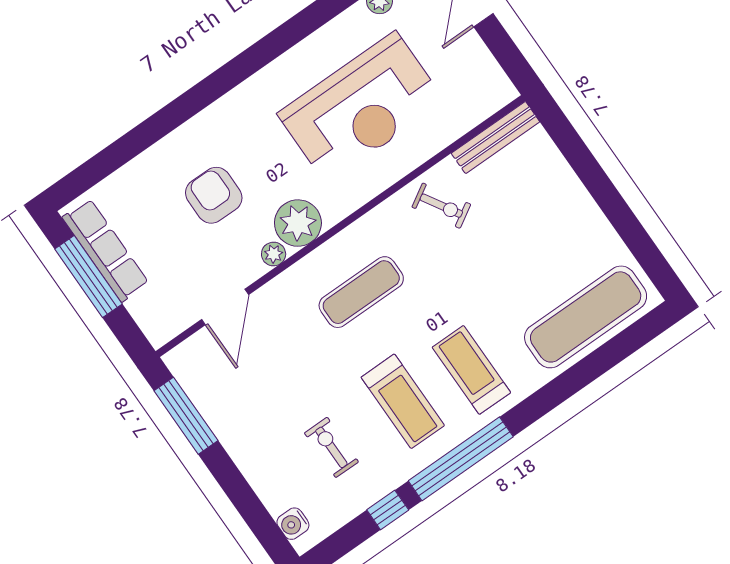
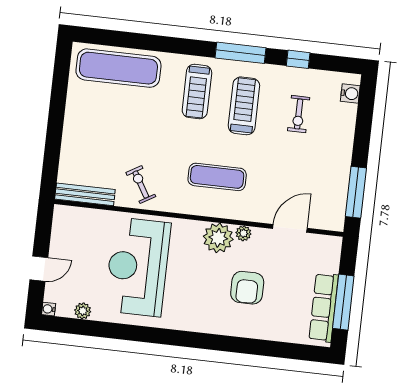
reception desk: (361, 108) -> (138, 267), turned -90
window: (461, 459) -> (240, 53), width x0.68

